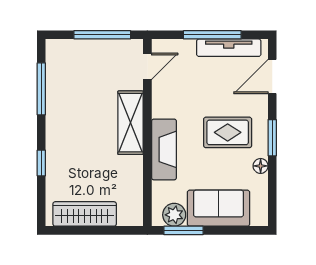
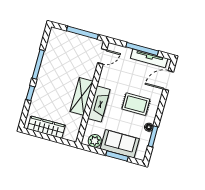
window: (41, 89) -> (38, 64), moved
shelving: (130, 123) -> (81, 96), moved
window: (272, 138) -> (153, 136), moved
window: (184, 230) -> (117, 156), moved

